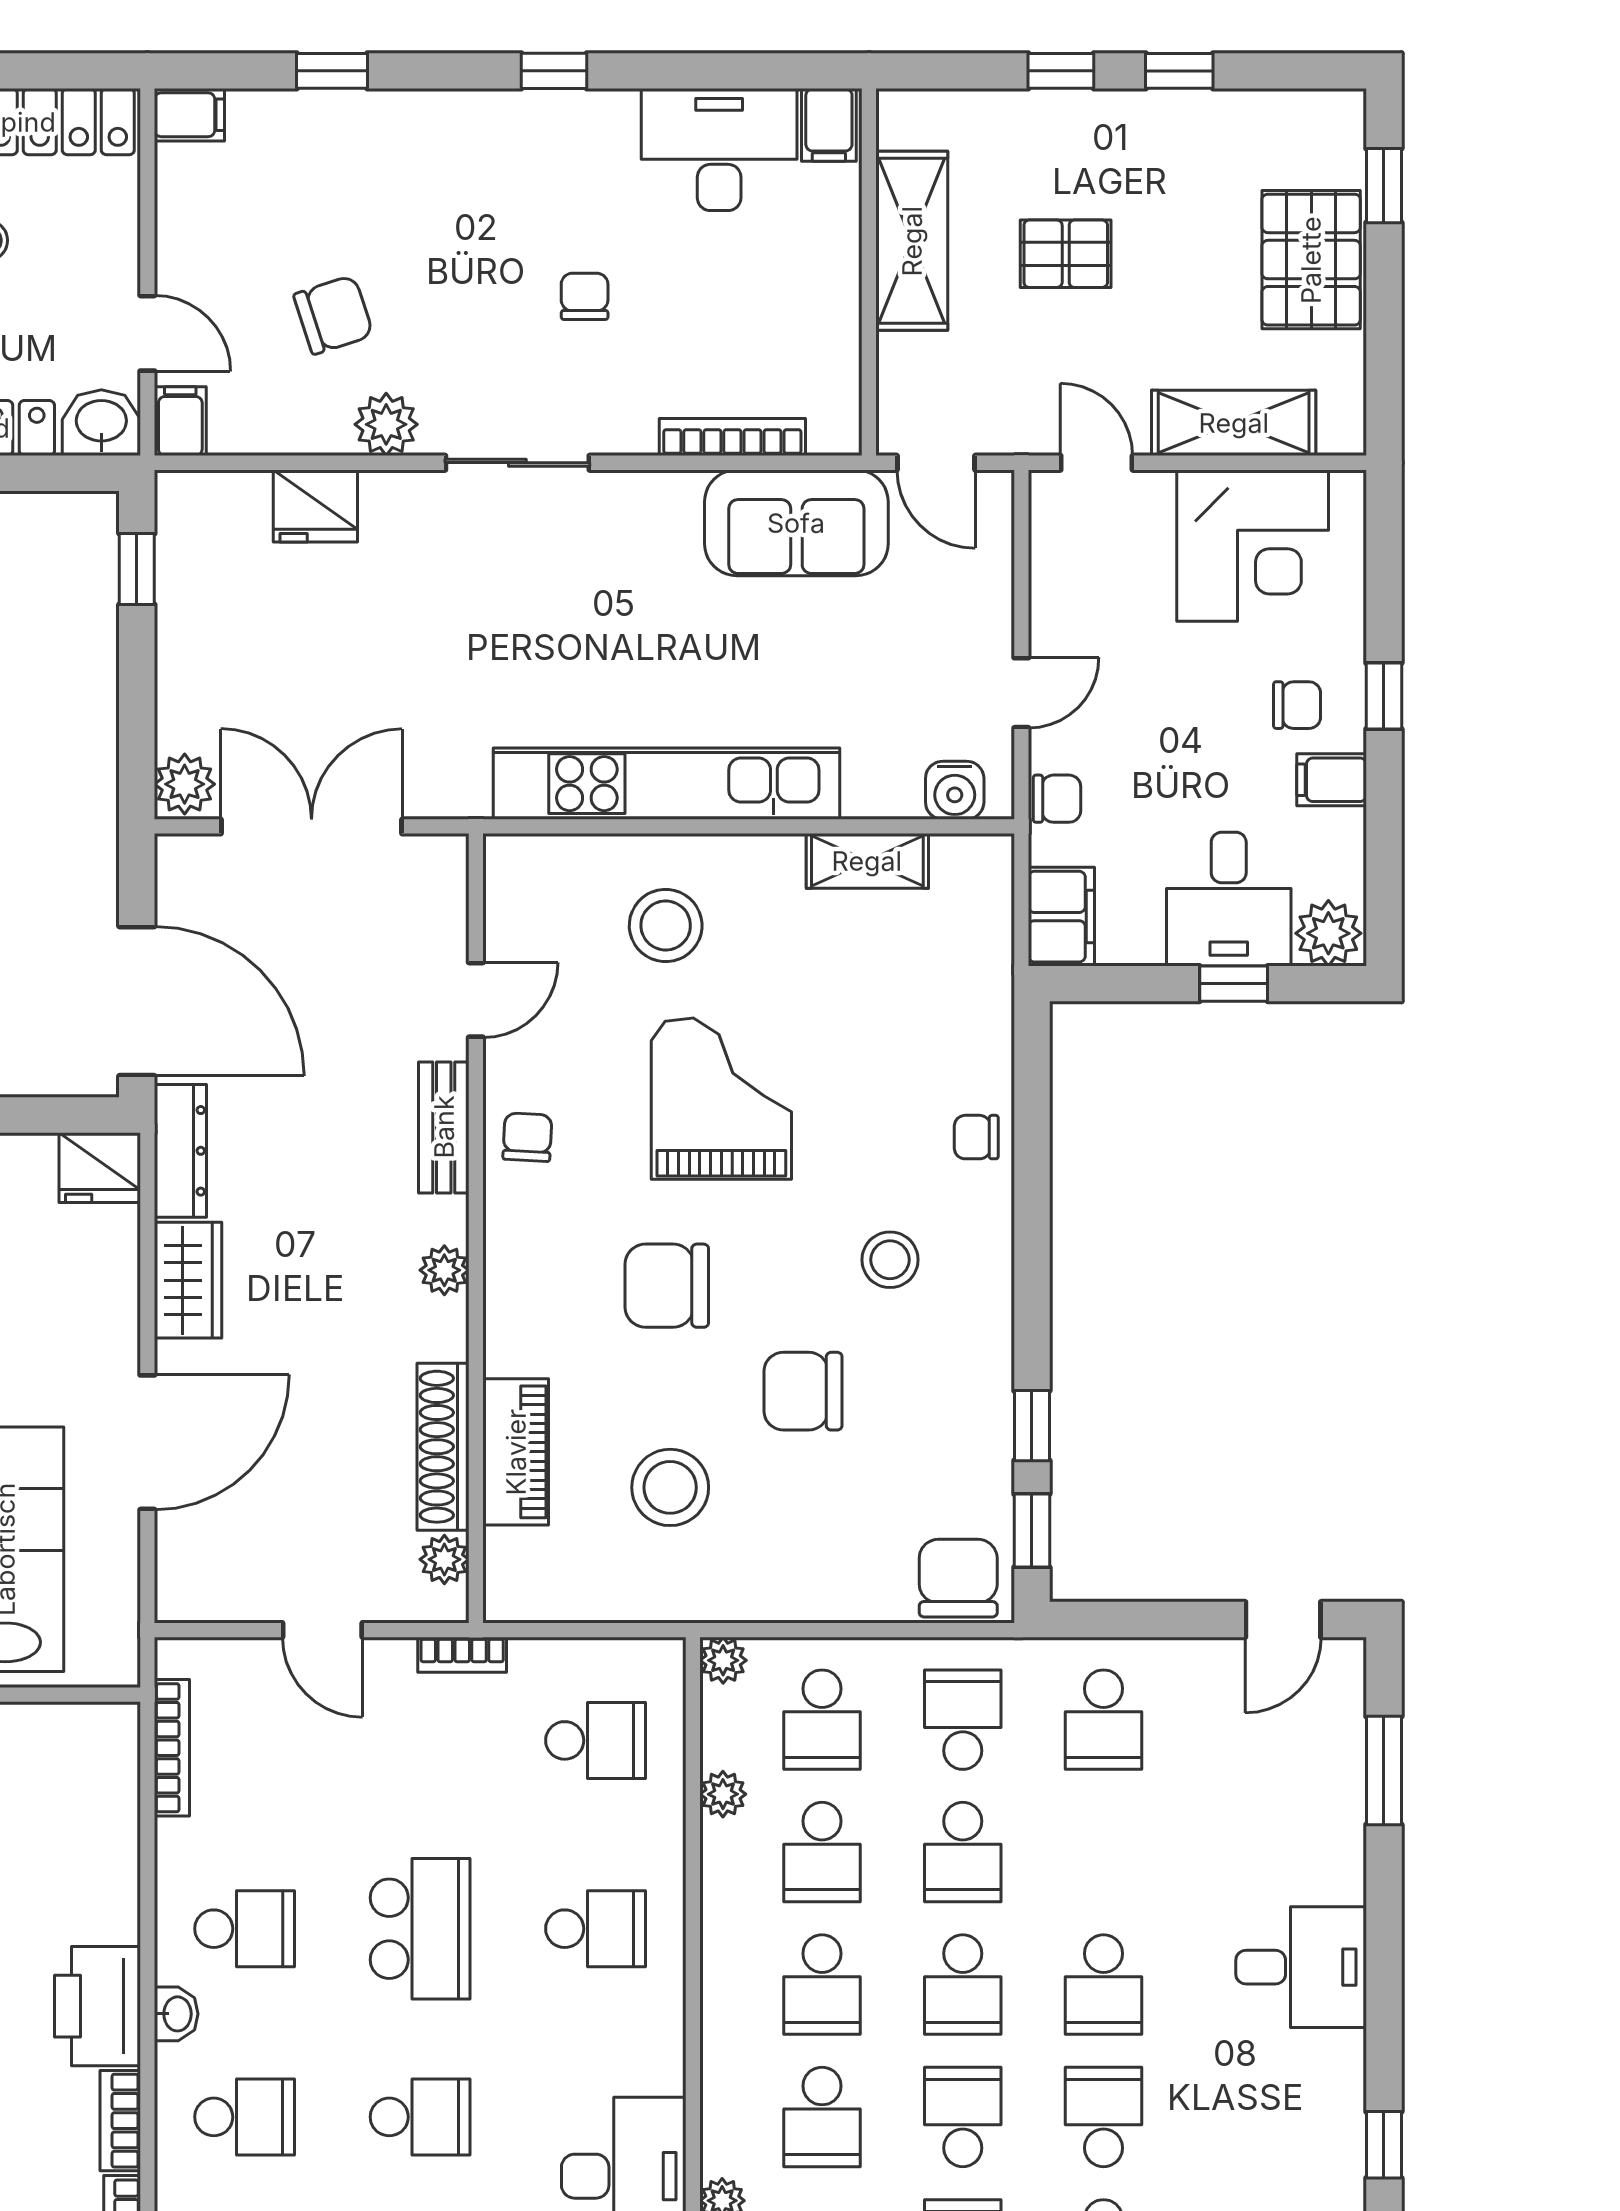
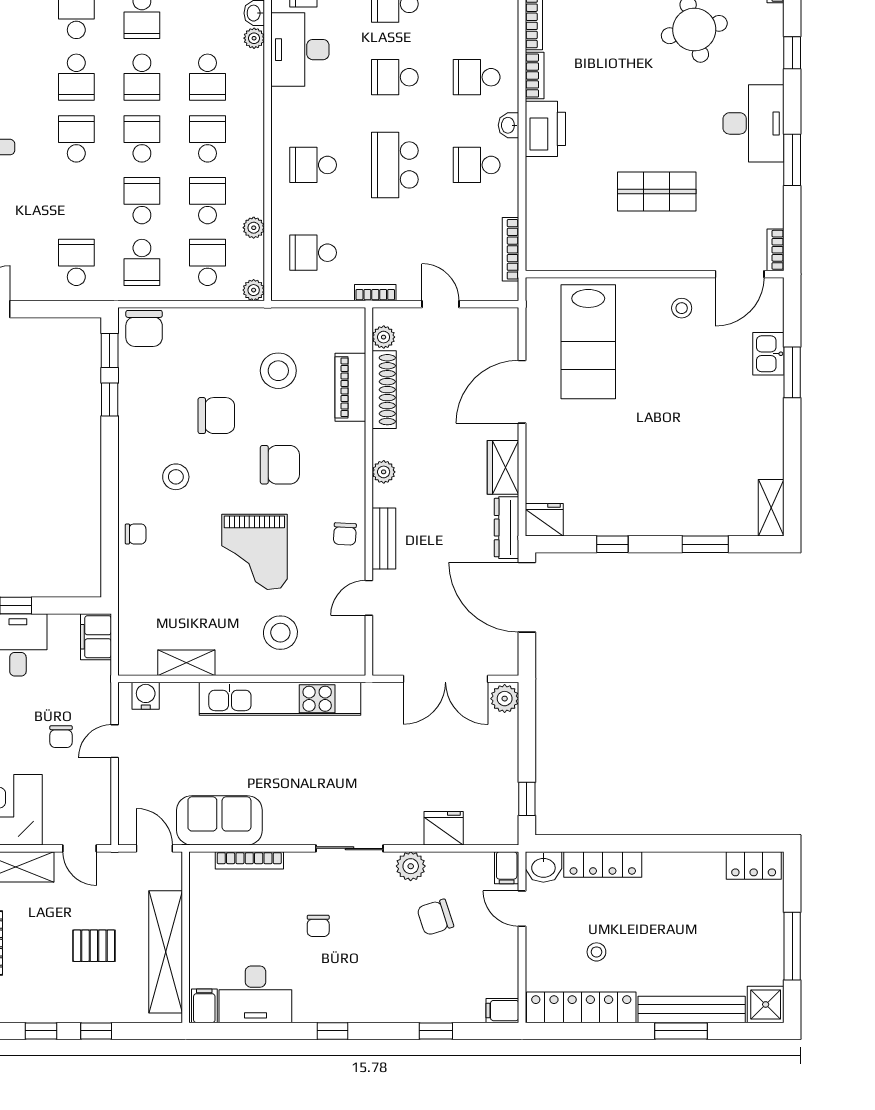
shelving: (912, 241) -> (166, 952), width x1.47
chair: (1057, 799) -> (61, 737), moved, turned -90
school desk: (822, 2117) -> (208, 77), turned 180

